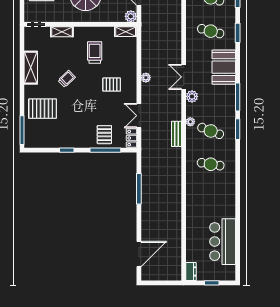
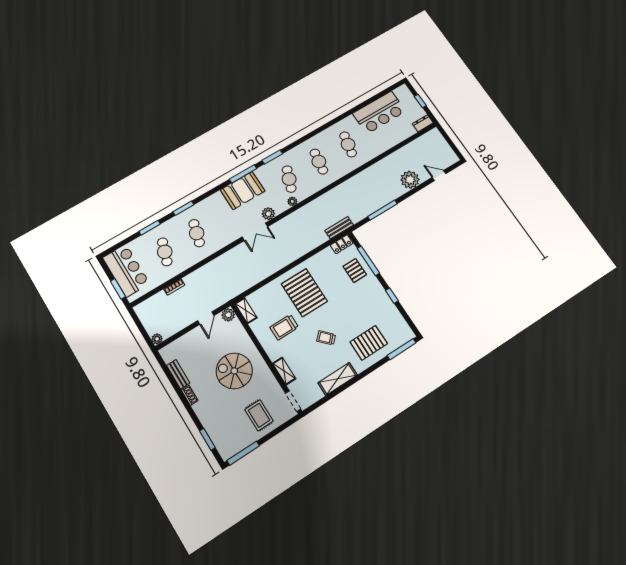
booth: (224, 67) -> (243, 190), moved
plant: (146, 78) -> (410, 180), moved, width x1.88, depth x1.88
pallet: (112, 85) -> (304, 293), width x2.05, depth x2.00
pallet: (43, 109) -> (369, 343), turned 90
double door: (139, 116) -> (317, 250), removed
bench: (177, 134) -> (339, 228), moved
pallet: (104, 135) -> (355, 270), turned 90
cafe table: (211, 197) -> (348, 144), added
door: (139, 254) -> (439, 176), width x0.53

